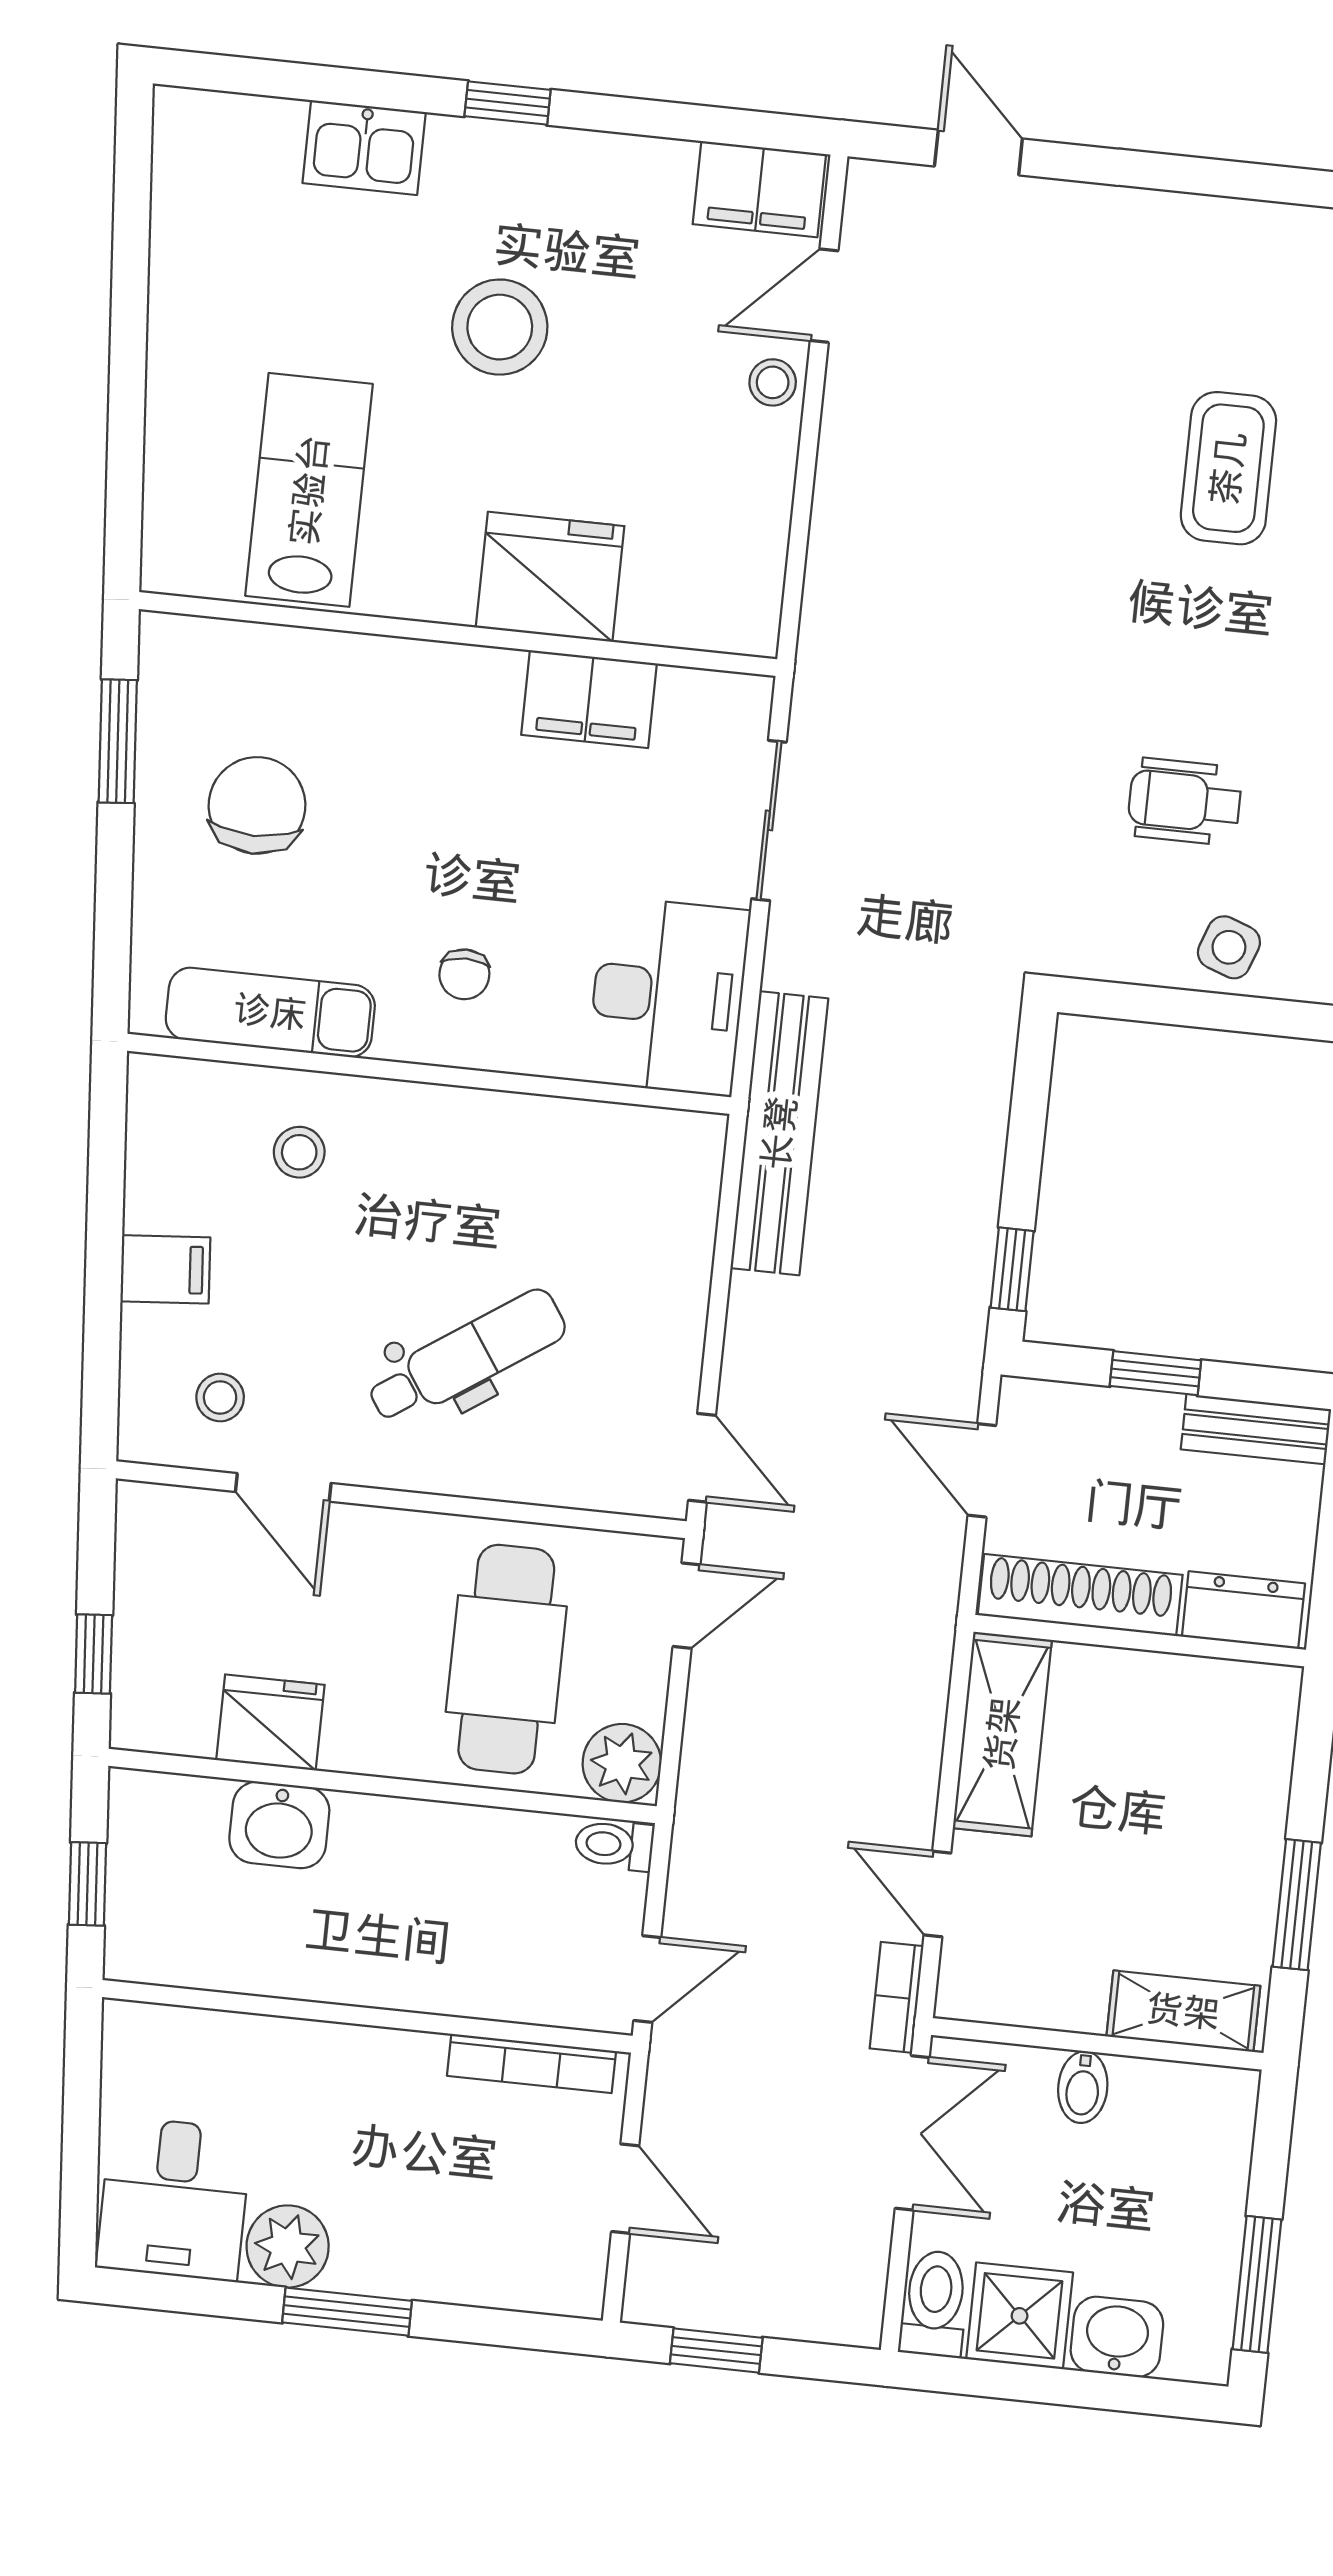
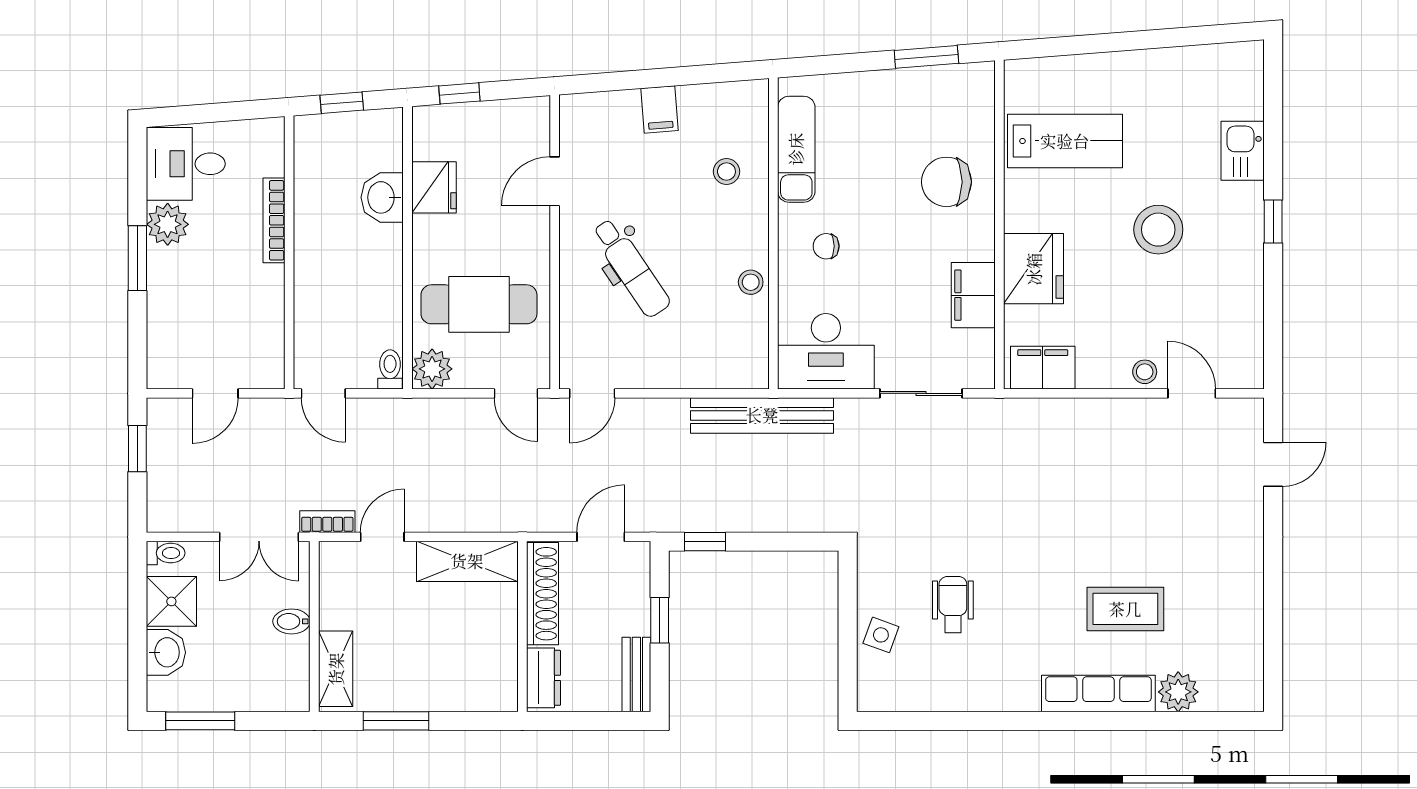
filing cabinet: (759, 189) -> (1043, 368), moved, turned 90
chair: (257, 805) -> (946, 182), moved, turned 180
stool: (220, 1397) -> (751, 282), moved
bookcase: (532, 2063) -> (274, 220), moved
toilet: (934, 2304) -> (166, 553), width x0.73, depth x0.72

